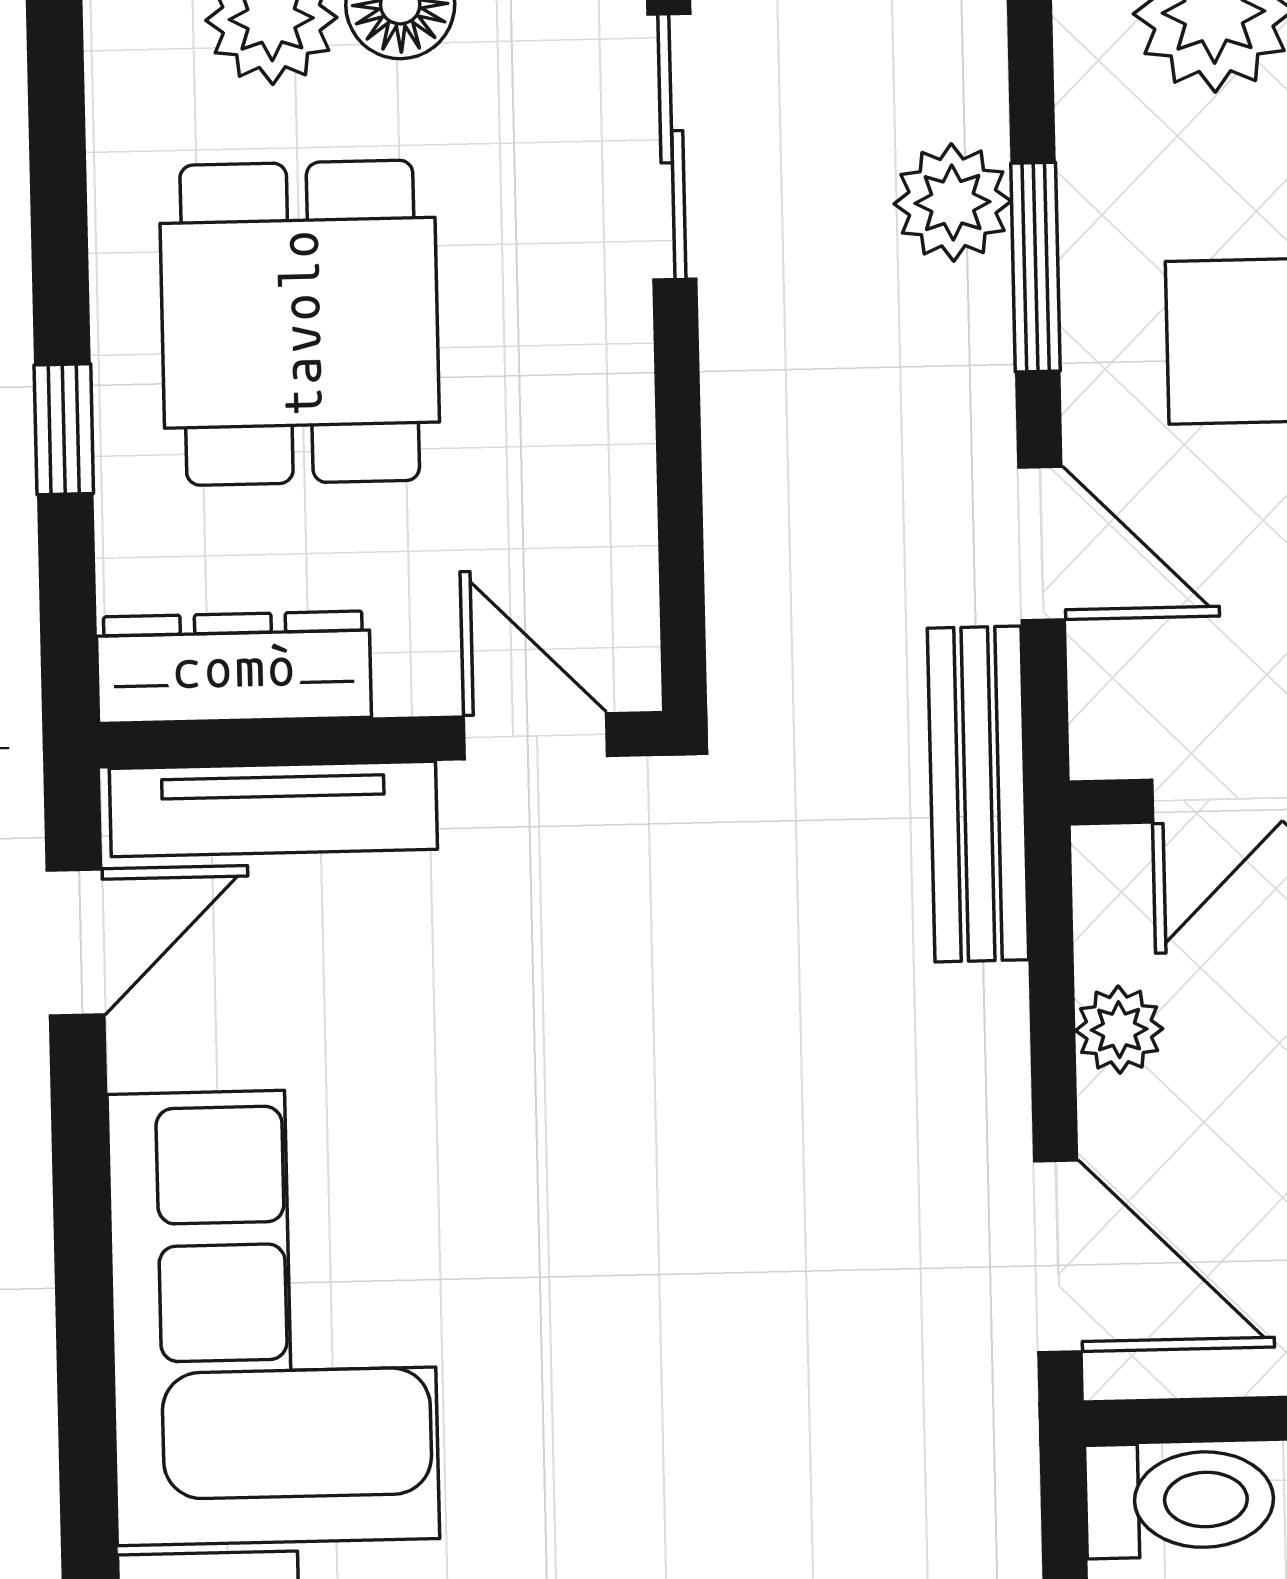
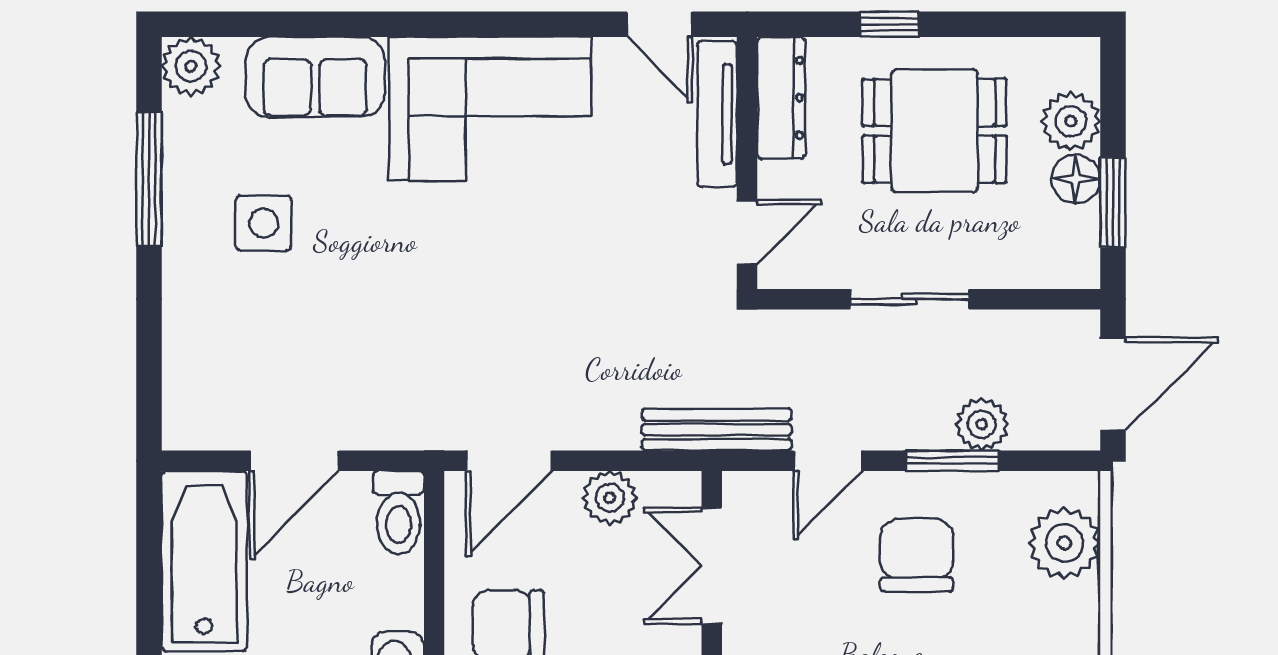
sliding door: (672, 147) -> (910, 299), moved
plant: (1119, 1030) -> (610, 498), width x1.38, depth x1.38

